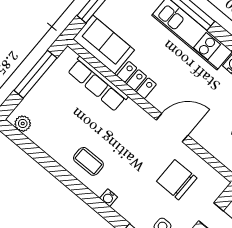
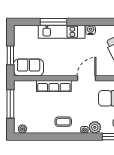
locker: (137, 80) -> (55, 71), removed
row of seats: (98, 84) -> (54, 86), moved
plant: (126, 206) -> (95, 127), added

